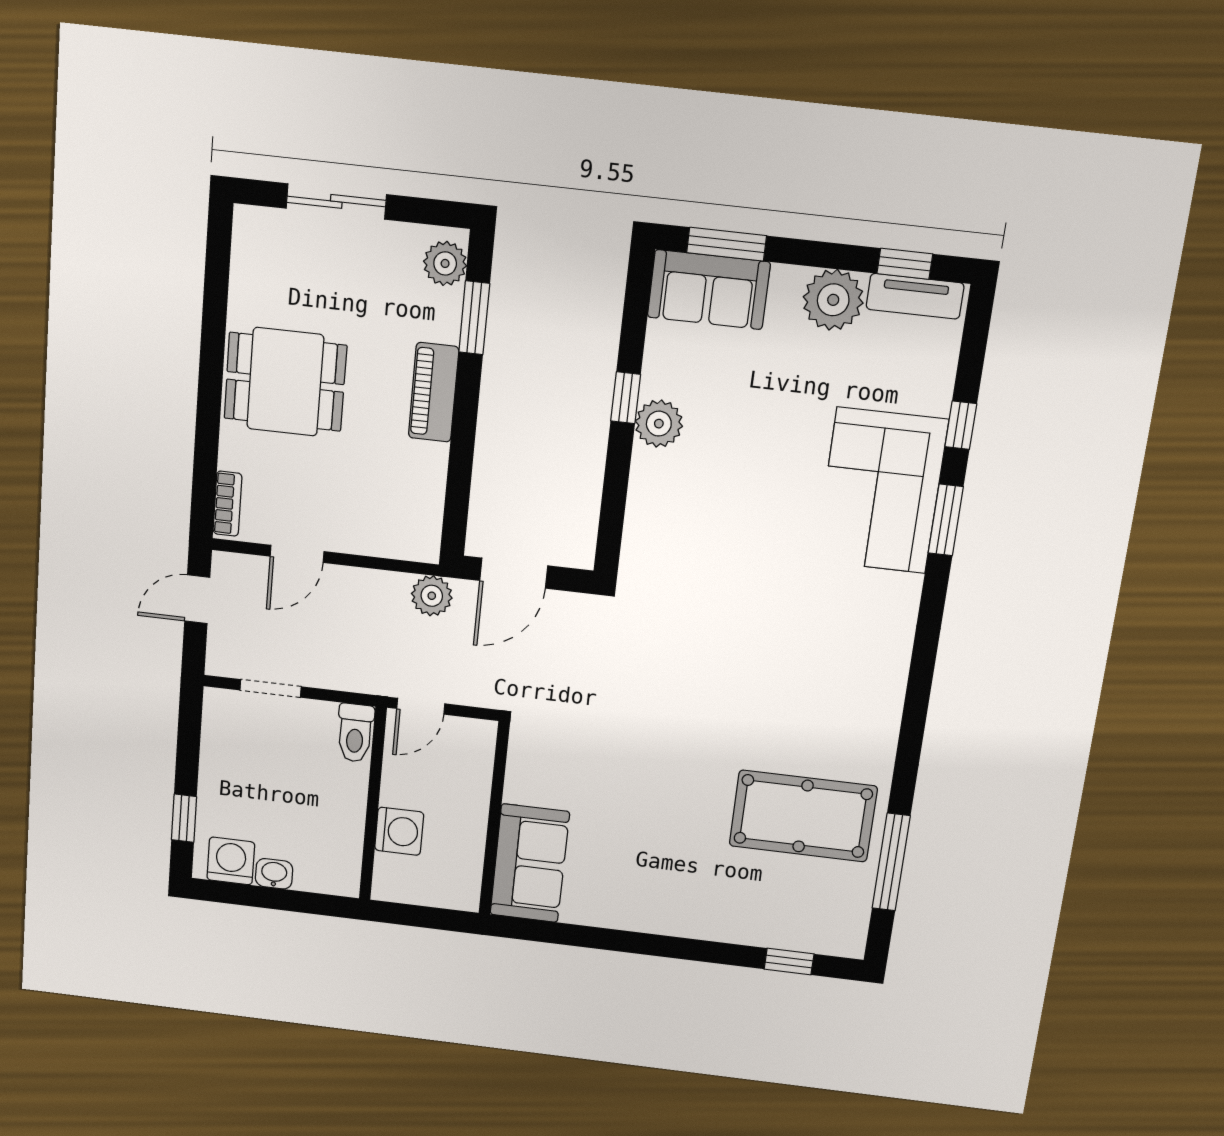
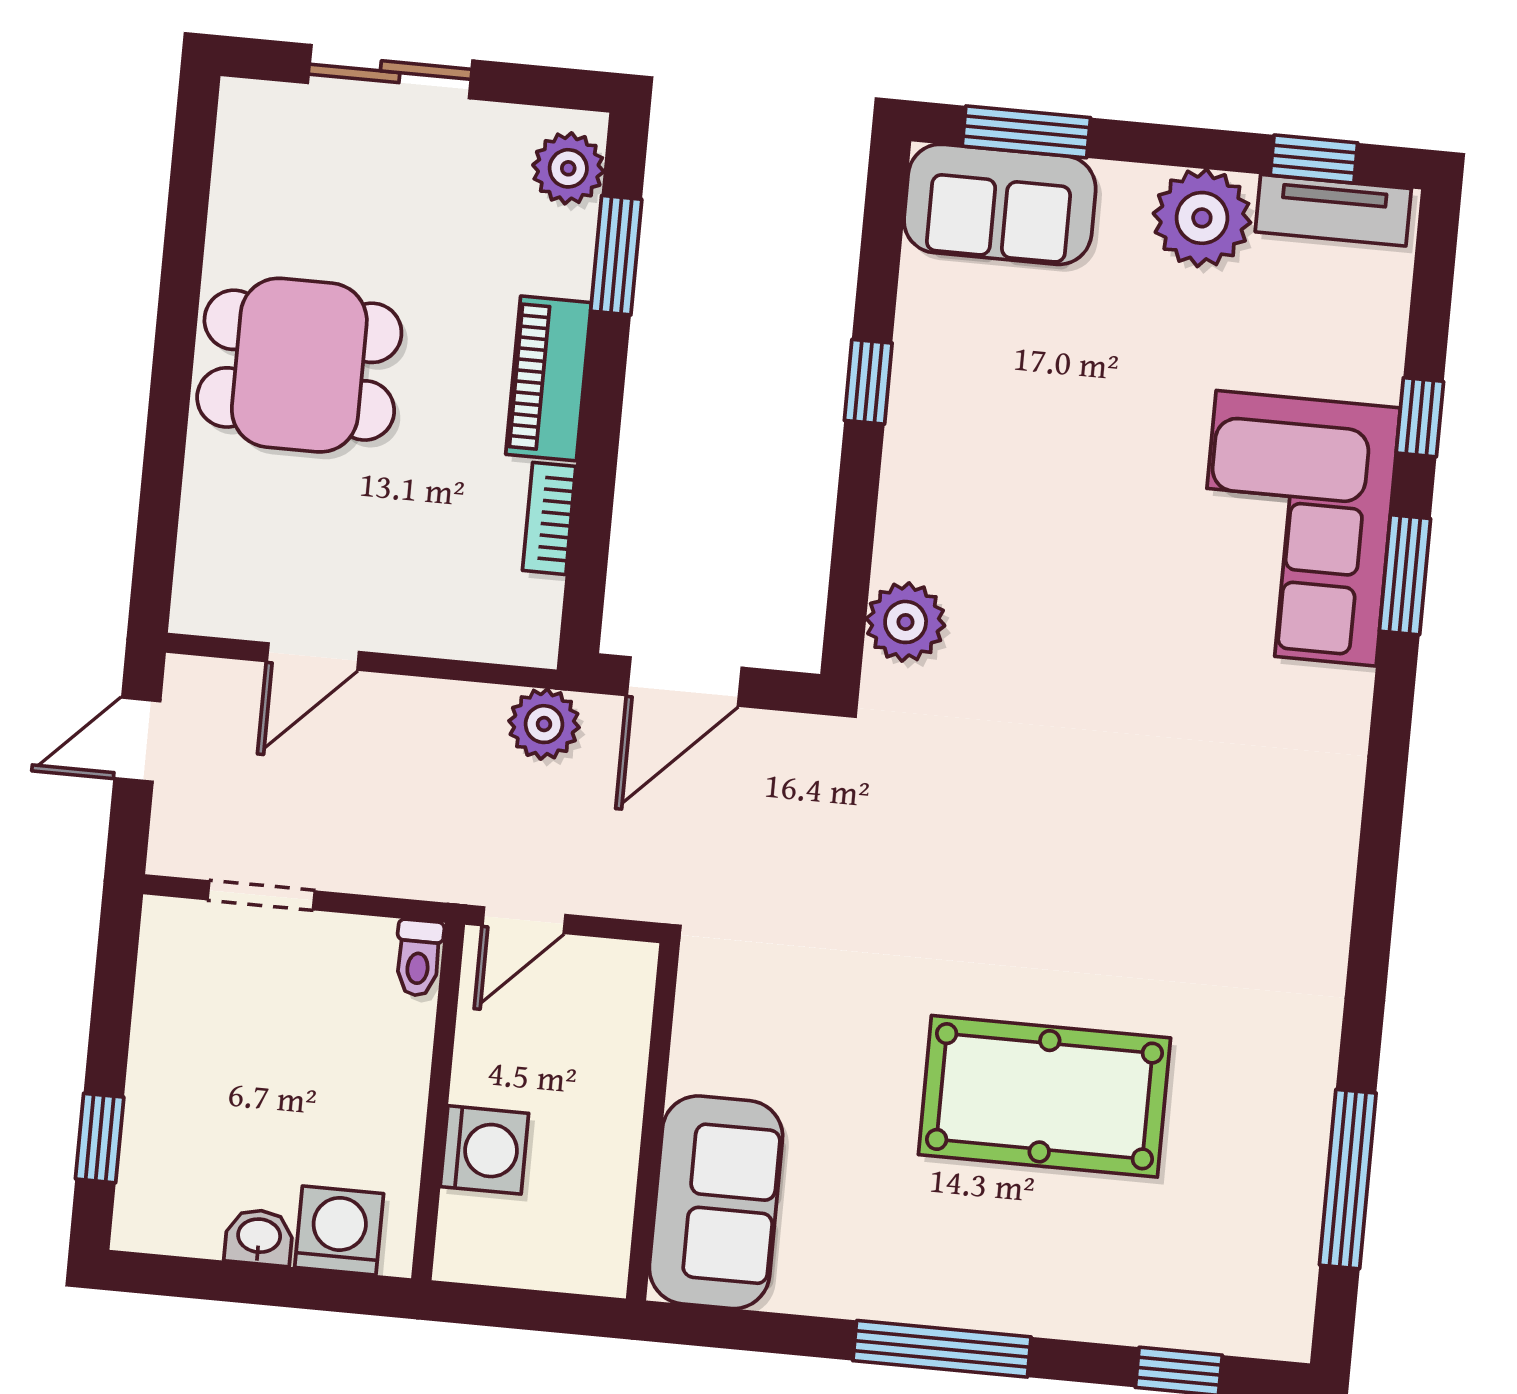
plant: (659, 424) -> (906, 622), moved
bookcase: (227, 504) -> (549, 518), moved, turned 180
toilet: (355, 733) -> (418, 958), width x0.73, depth x0.72
pool table: (803, 816) -> (1044, 1096), moved
washing machine: (231, 861) -> (339, 1230), moved
window: (656, 945) -> (942, 1349), added

